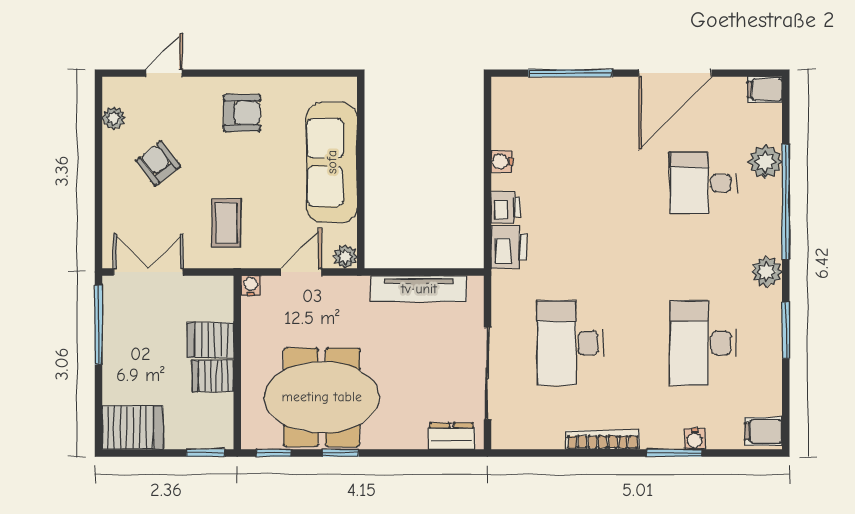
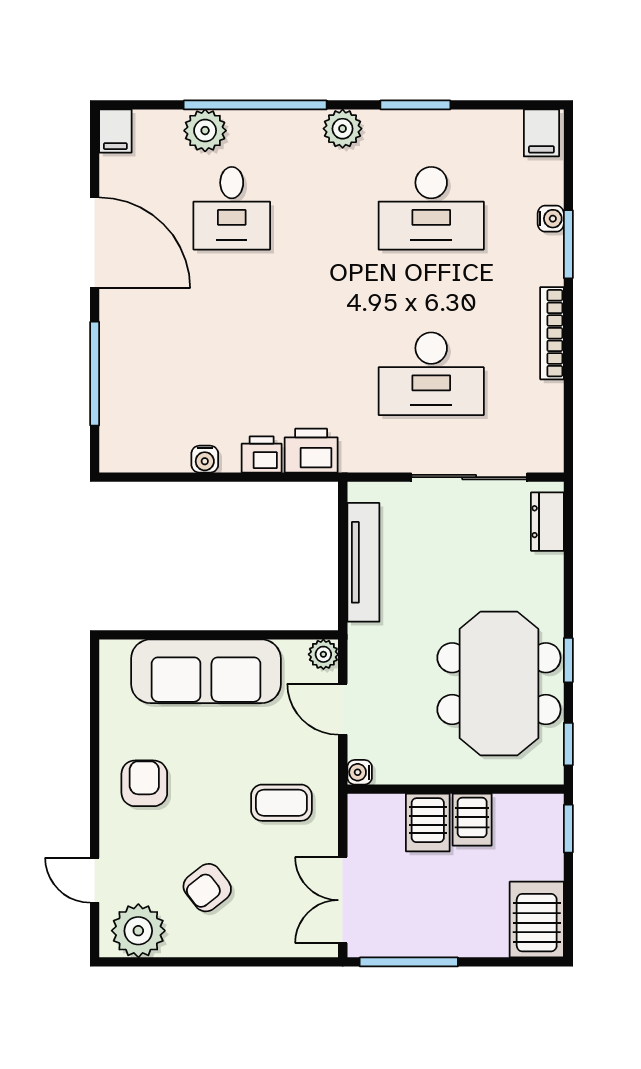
plant: (114, 118) -> (138, 931), width x1.88, depth x1.88

